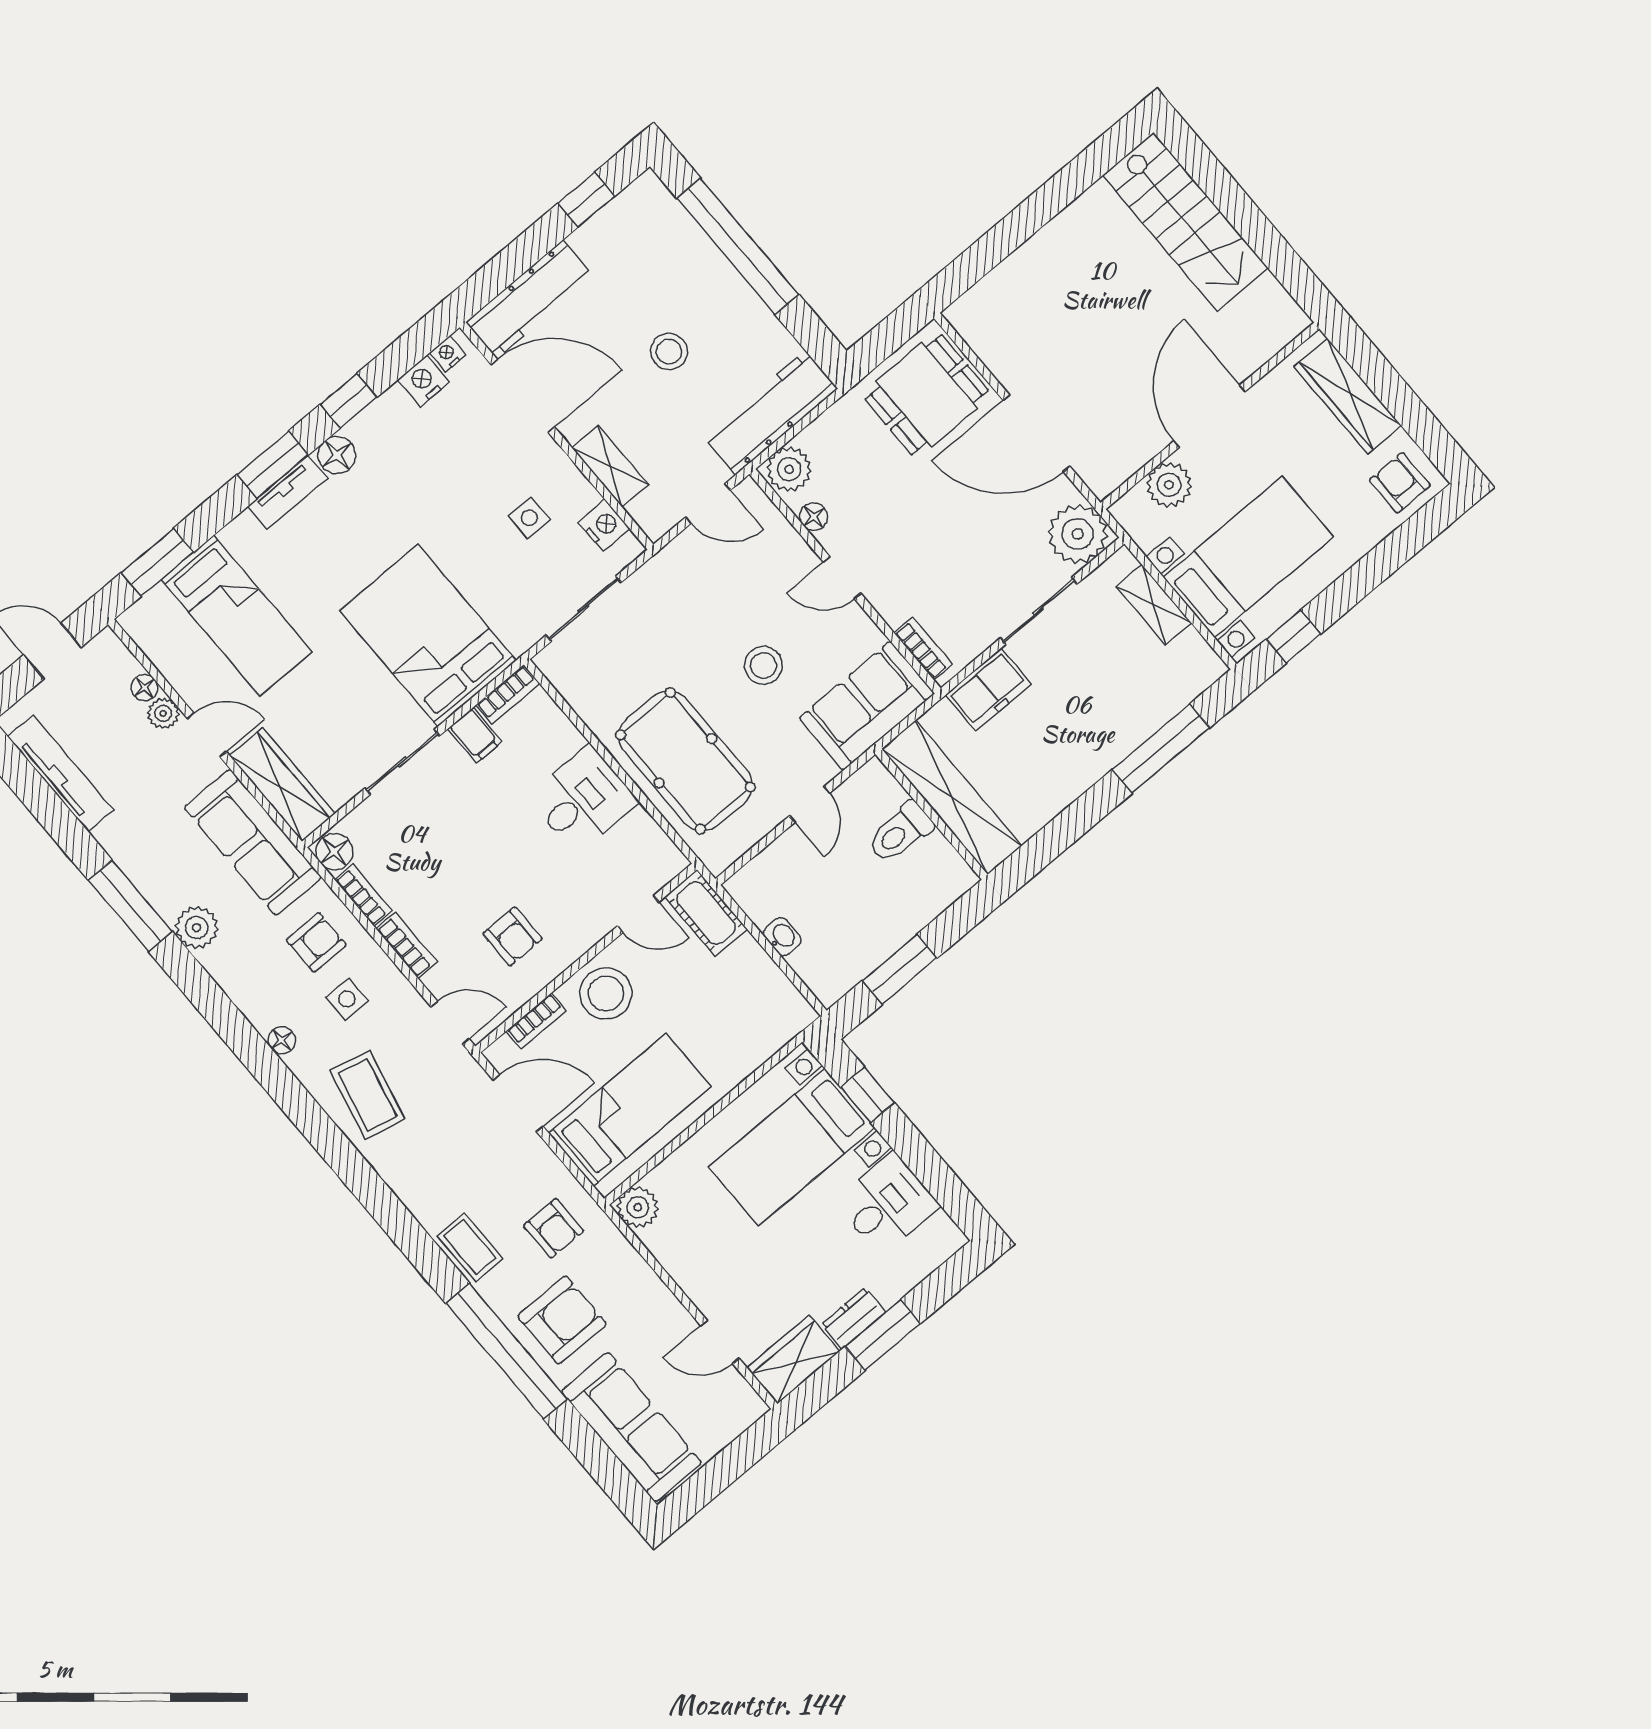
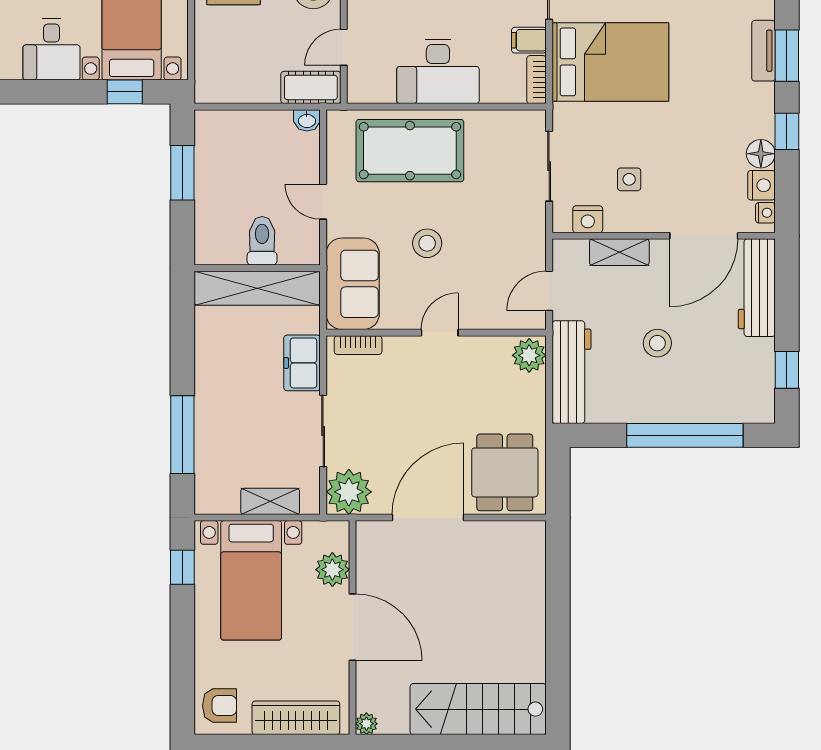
plant: (1294, 321) -> (366, 724), added
floor lamp: (337, 455) -> (761, 154), moved
floor lamp: (814, 517) -> (489, 346), removed
desk: (583, 800) -> (438, 71), width x1.37
washbasin: (782, 937) -> (307, 120), moved

